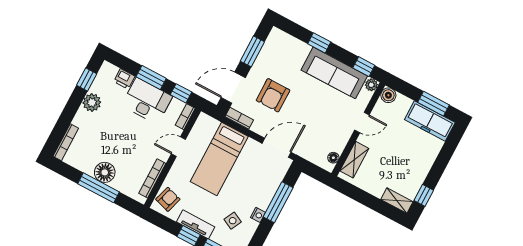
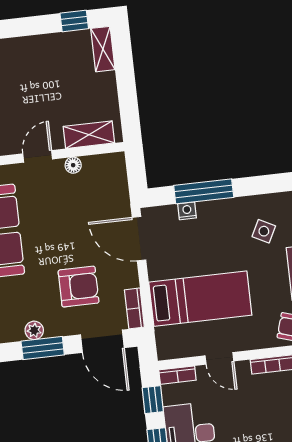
plant: (266, 53) -> (34, 330), added
door: (362, 122) -> (38, 156), hinge flipped
floor lamp: (333, 158) -> (73, 165), moved
nightstand: (258, 215) -> (187, 211), moved

